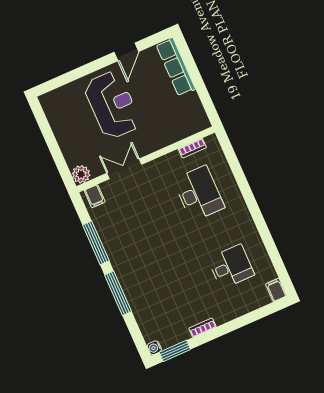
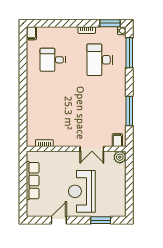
row of seats: (176, 67) -> (33, 181), moved
window: (69, 77) -> (101, 220), added
desk: (199, 194) -> (100, 60), moved
window: (118, 293) -> (129, 53), moved

